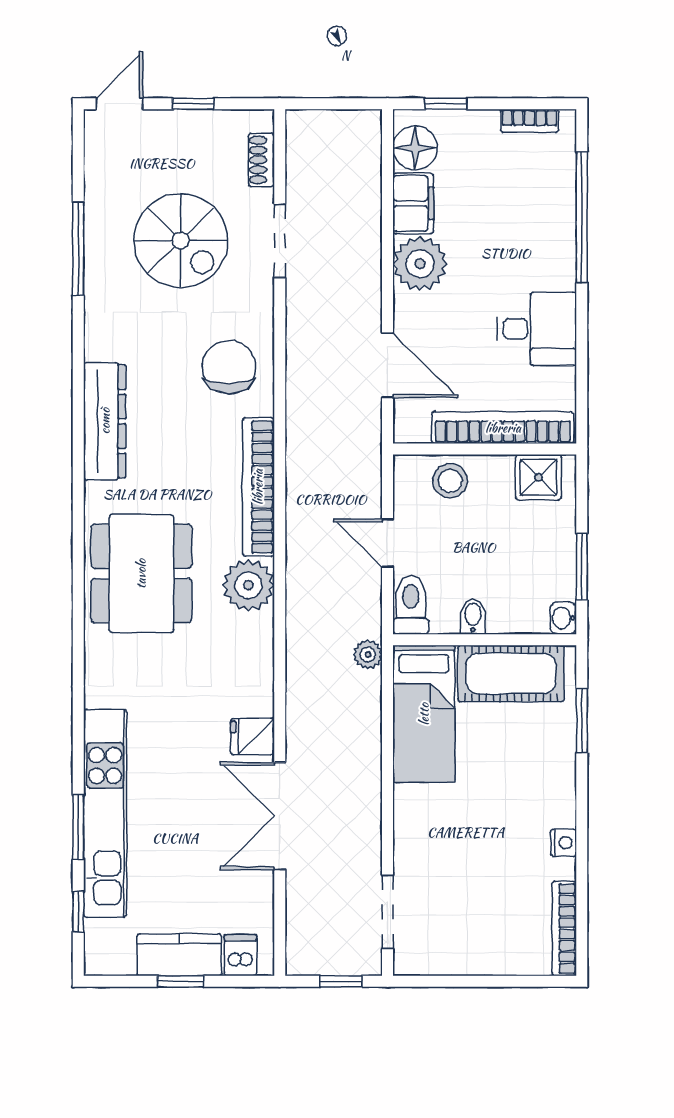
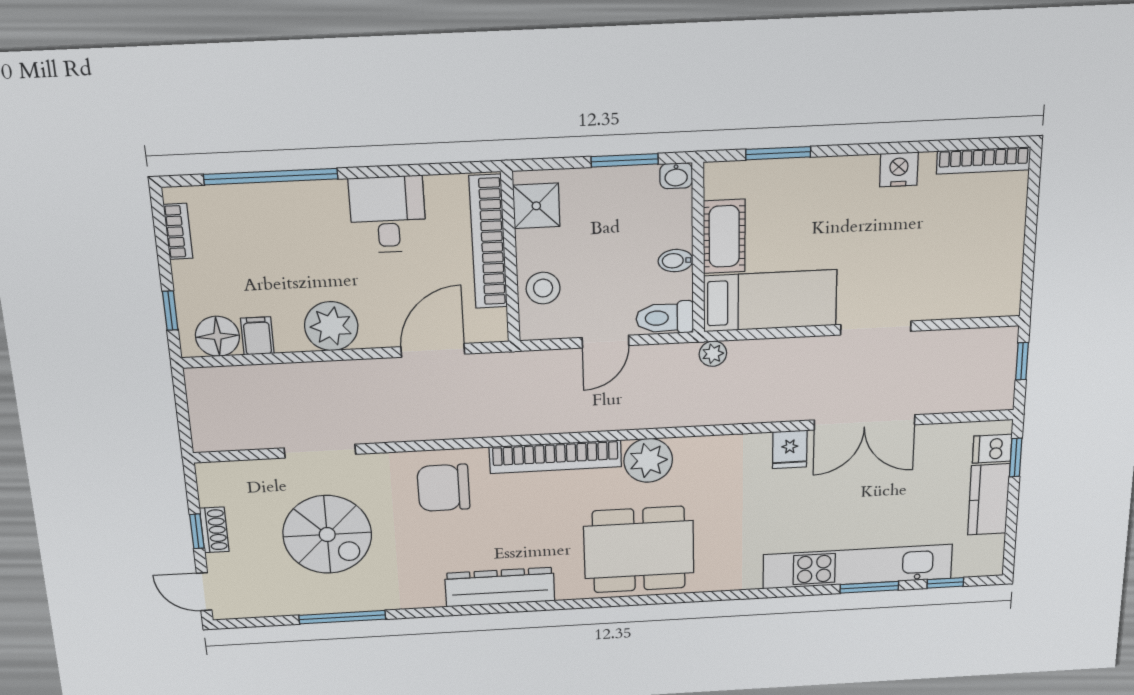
shoe rack: (261, 160) -> (214, 530), moved, turned -90
filing cabinet: (413, 203) -> (257, 336), width x0.50
spiral stairs: (181, 241) -> (327, 535), turned 90
cot: (511, 673) -> (724, 236), width x0.73, depth x0.75
nightstand: (563, 843) -> (899, 169), width x1.39, depth x1.35
doorway: (388, 912) -> (876, 328), moved
window: (181, 981) -> (1016, 457), moved

